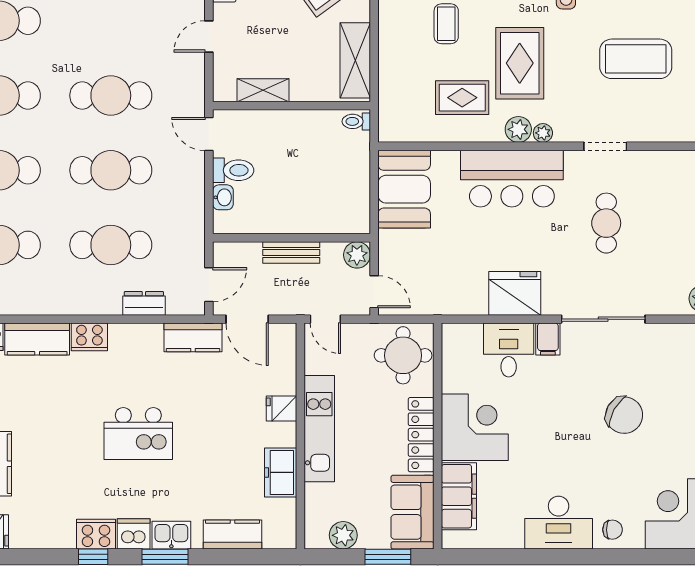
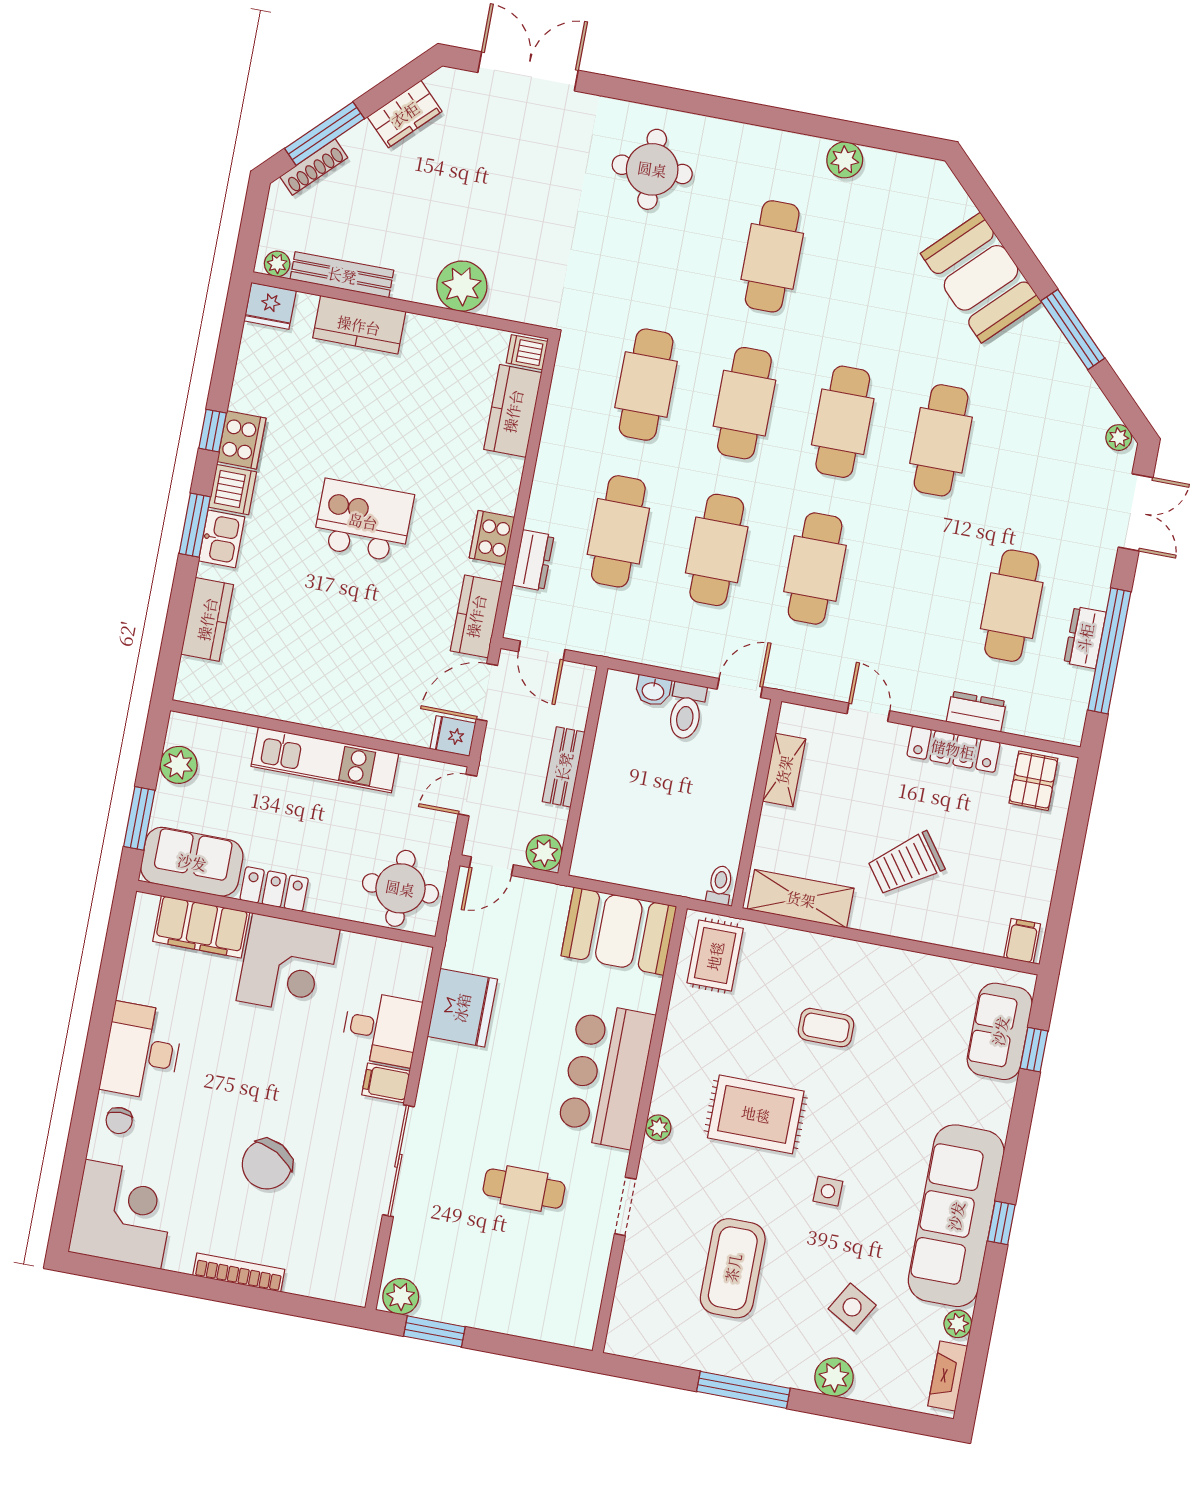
rug: (462, 98) -> (715, 956), moved
plant: (518, 129) -> (669, 1096), removed
fridge: (515, 293) -> (462, 1008), moved
cooker: (89, 337) -> (492, 538), moved
fridge: (281, 408) -> (453, 736), moved, turned -90
kitchen island: (138, 434) -> (363, 521), turned 90
locker: (421, 435) -> (274, 889), width x0.66
freezer: (281, 472) -> (277, 698), removed

